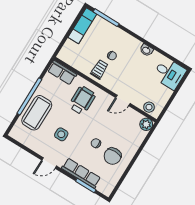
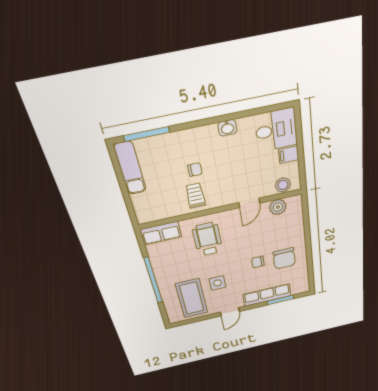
filing cabinet: (165, 93) -> (289, 155), added
coffee table: (37, 113) -> (192, 298), moved
plant: (146, 124) -> (278, 207), moved

